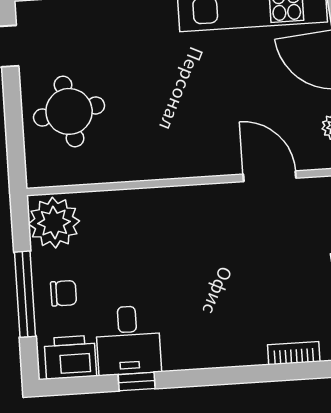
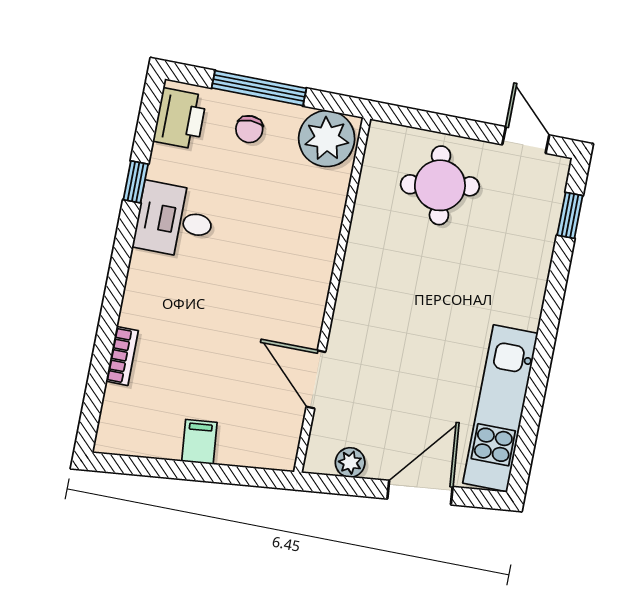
door: (270, 176) -> (316, 379), swing flipped
desk: (128, 340) -> (175, 220), moved

